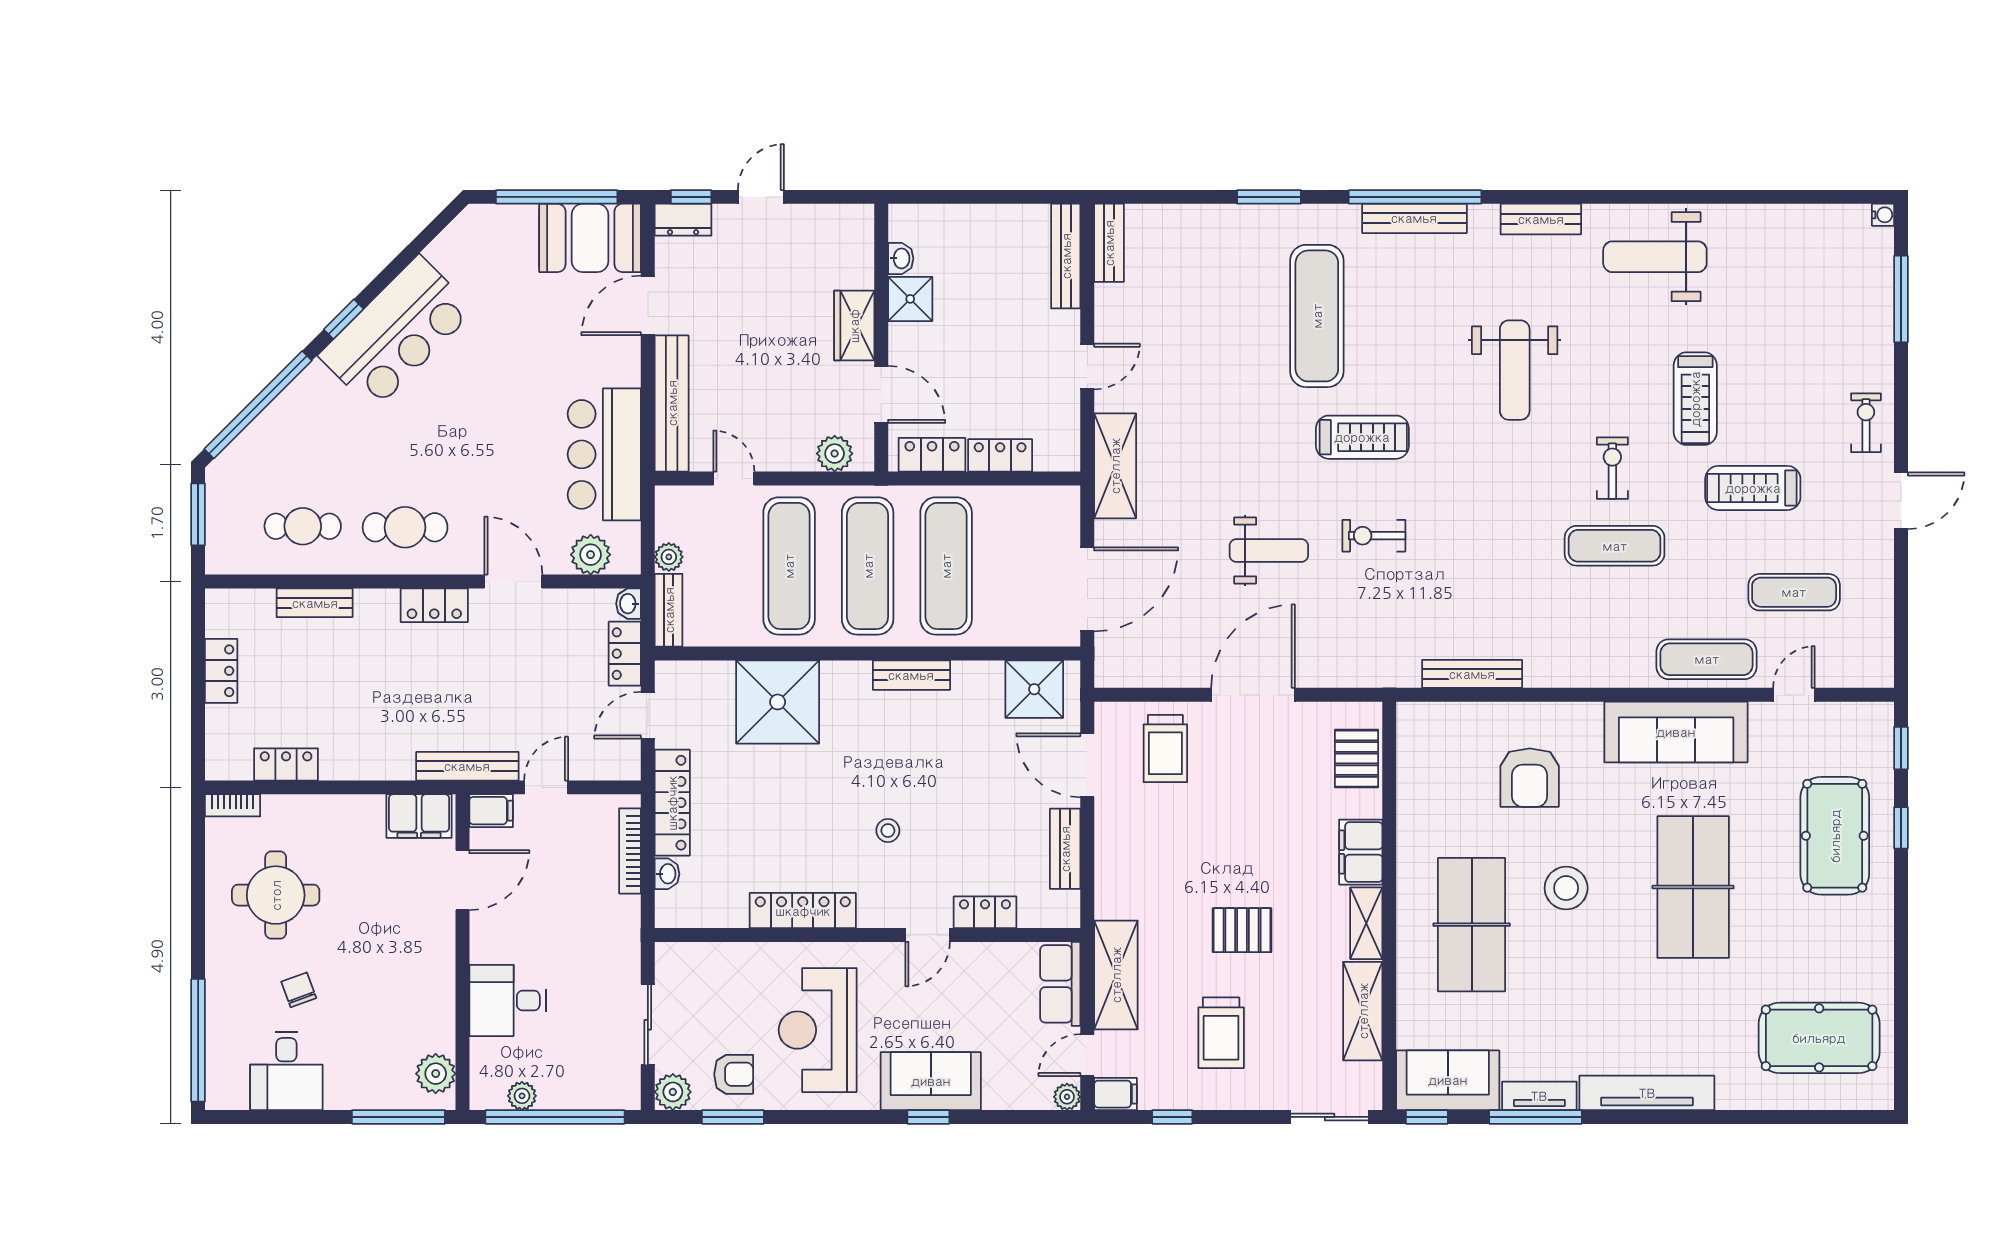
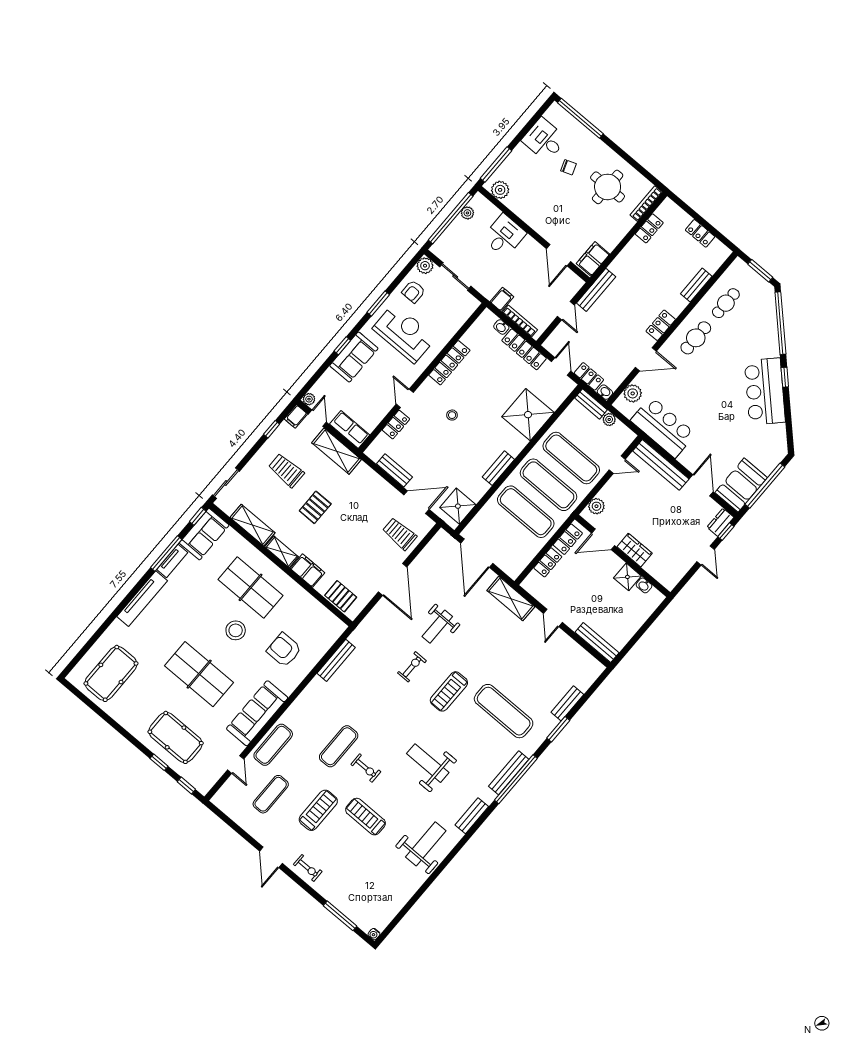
bench: (1109, 243) -> (567, 703), moved, turned 90
bookcase: (233, 805) -> (646, 204), width x1.56
filing cabinet: (491, 811) -> (502, 299), moved, turned 180
window: (733, 1117) -> (378, 303), moved

